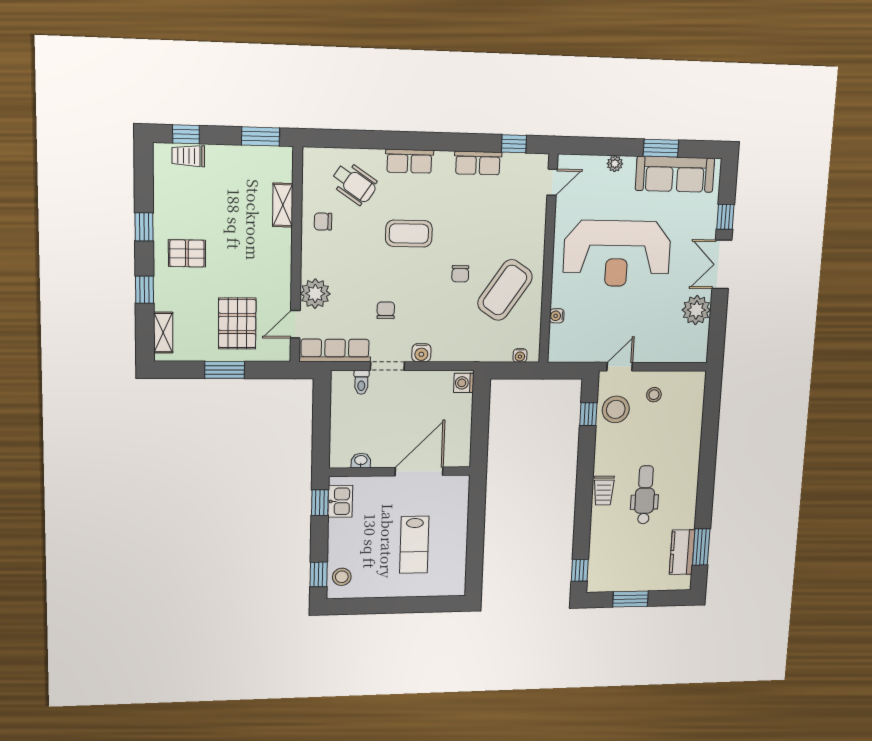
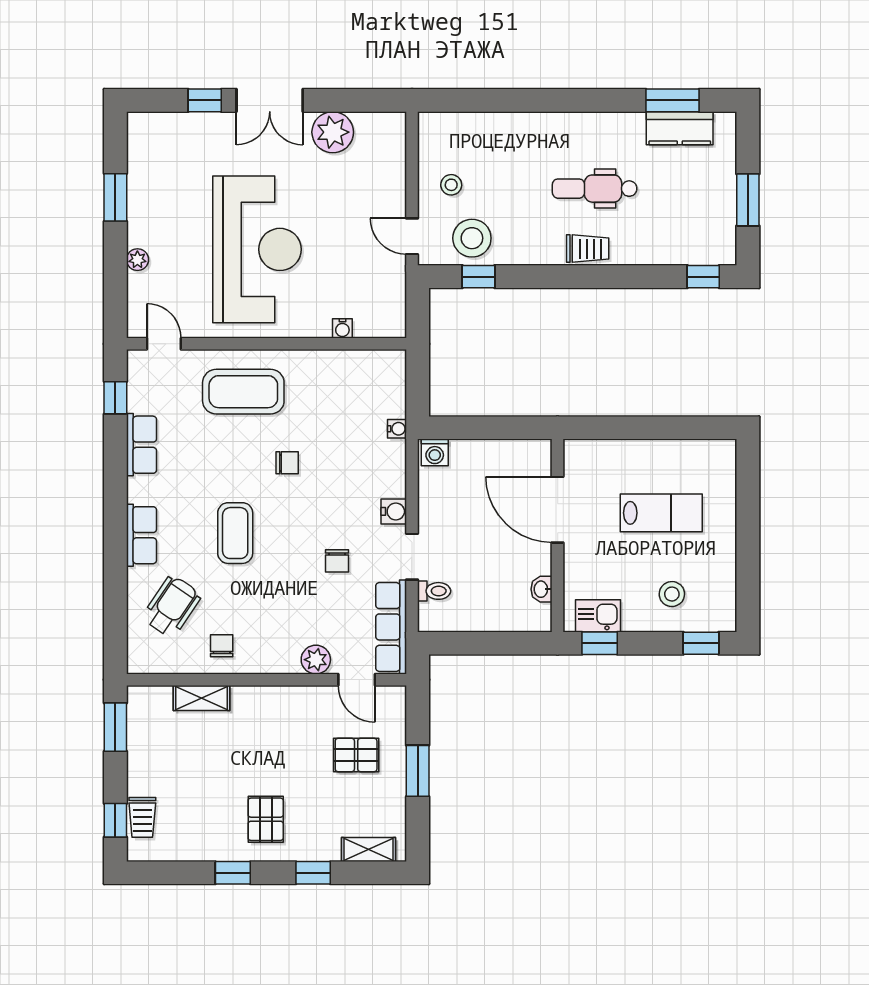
sofa: (675, 174) -> (149, 175), removed
chair: (323, 222) -> (222, 646), turned 180
coffee table: (505, 290) -> (243, 392), moved, turned -34
plant: (315, 294) -> (316, 660), width x0.73, depth x0.73
chair: (386, 310) -> (337, 561), turned -90
pallet: (237, 323) -> (356, 755), width x0.67, depth x0.71
water cooler: (520, 355) -> (397, 429), moved
stool: (342, 577) -> (672, 594), moved

